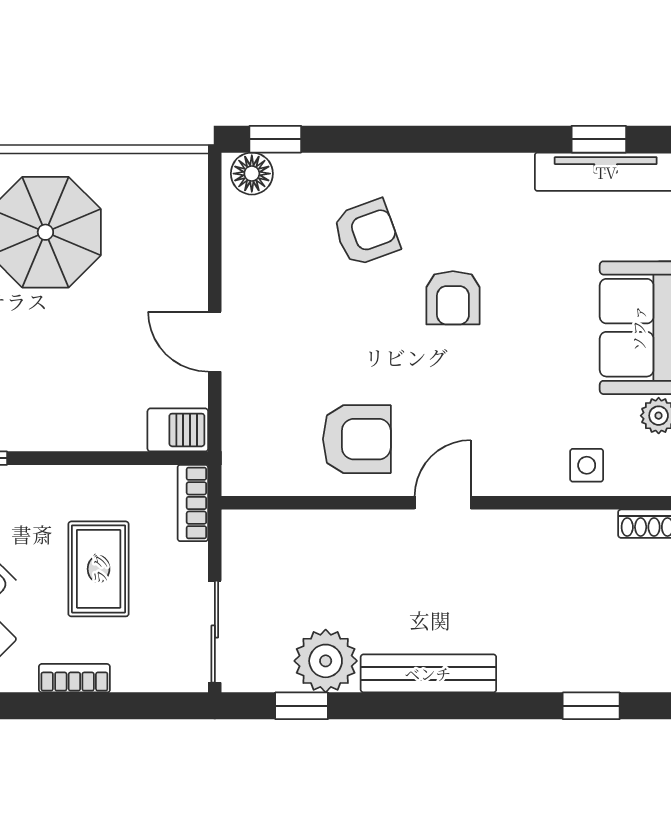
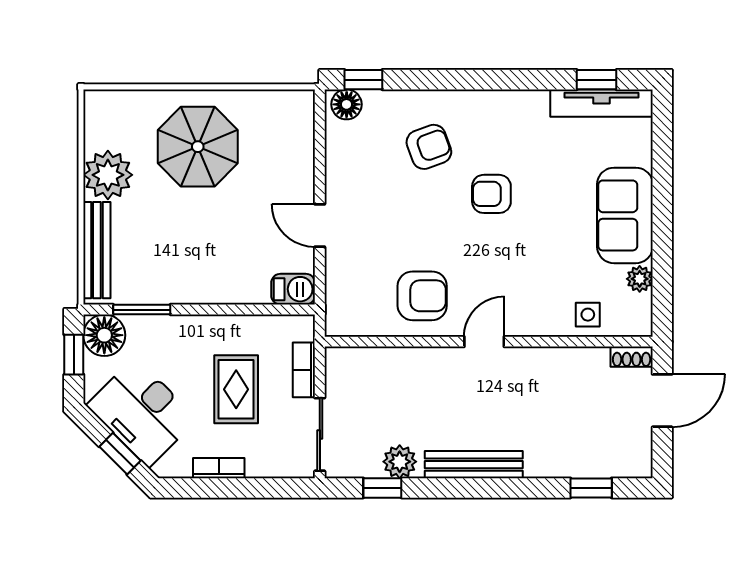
armchair: (453, 298) -> (491, 194), turned 90
bookcase: (193, 503) -> (304, 370), moved
plant: (326, 661) -> (400, 462), width x0.73, depth x0.73

